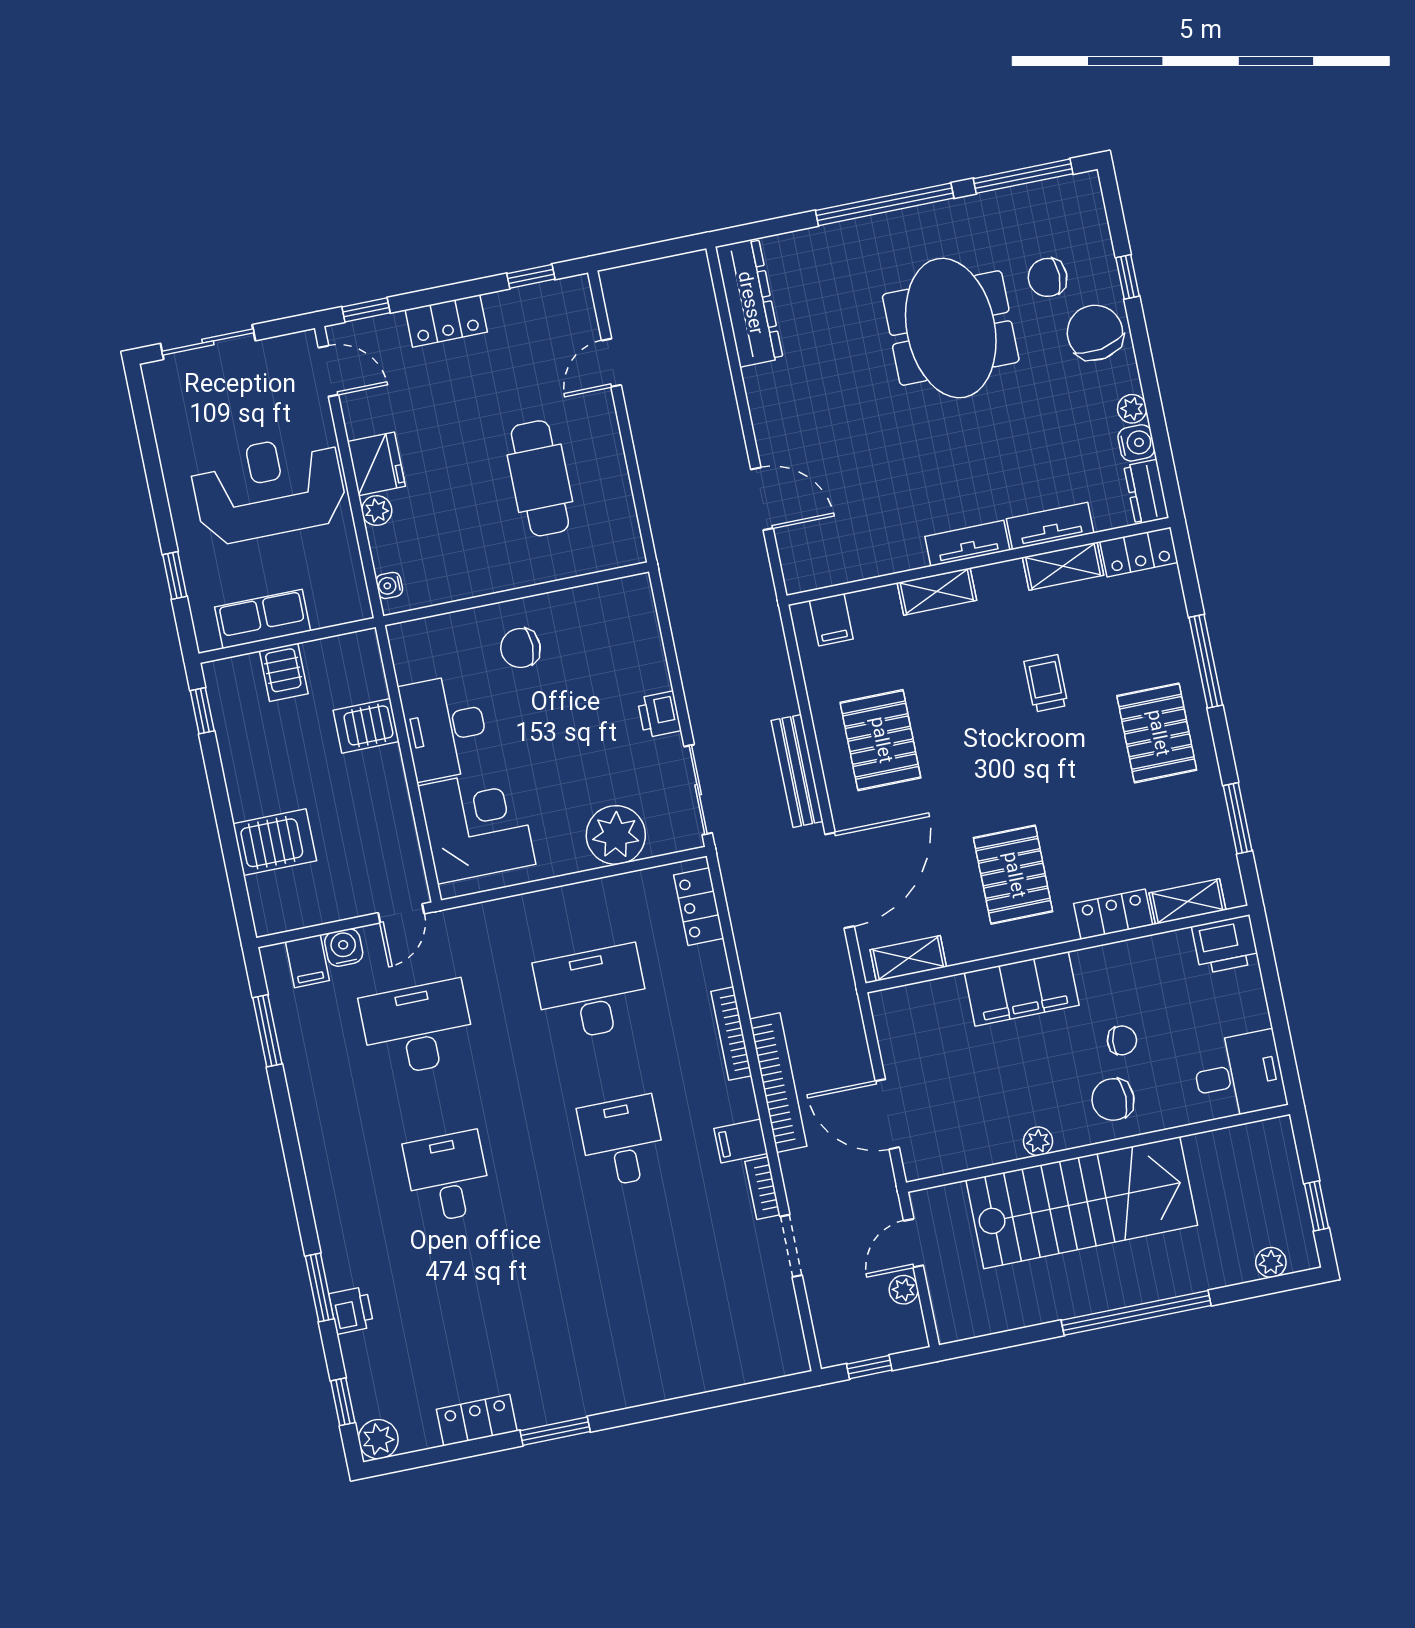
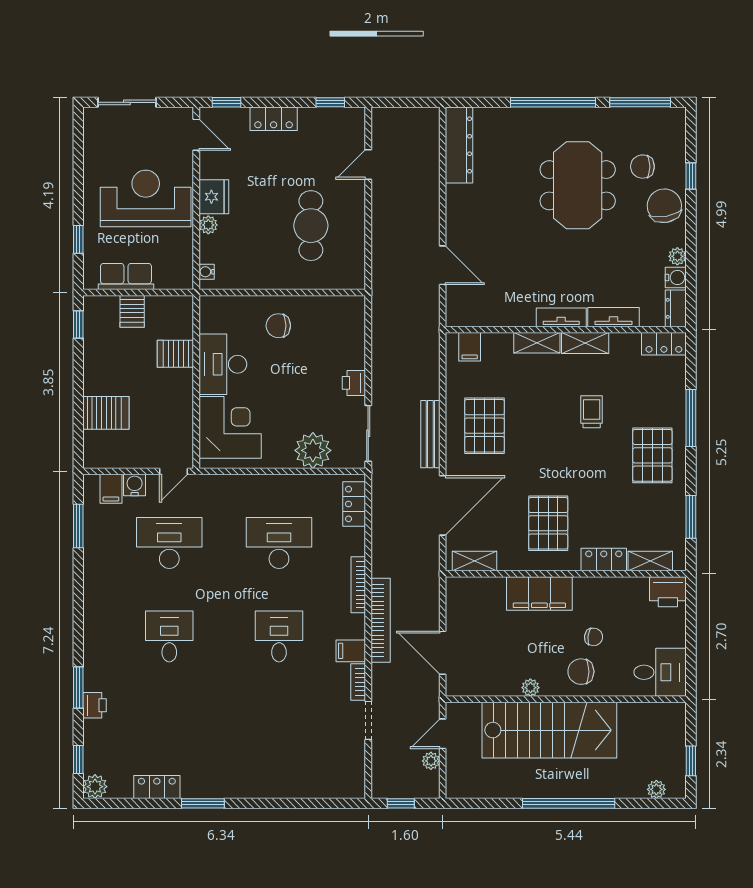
shelving: (1063, 566) -> (585, 343), moved

